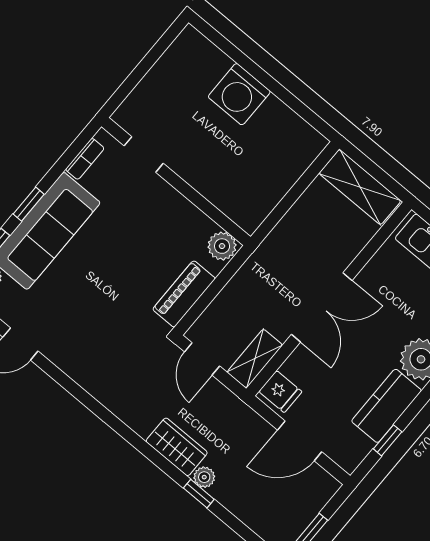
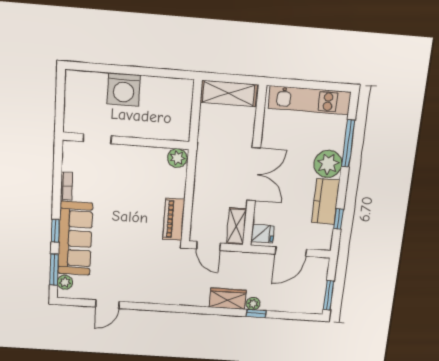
doorway: (144, 154) -> (97, 139), moved
wall: (176, 182) -> (126, 141), moved
plant: (222, 246) -> (177, 158), moved

